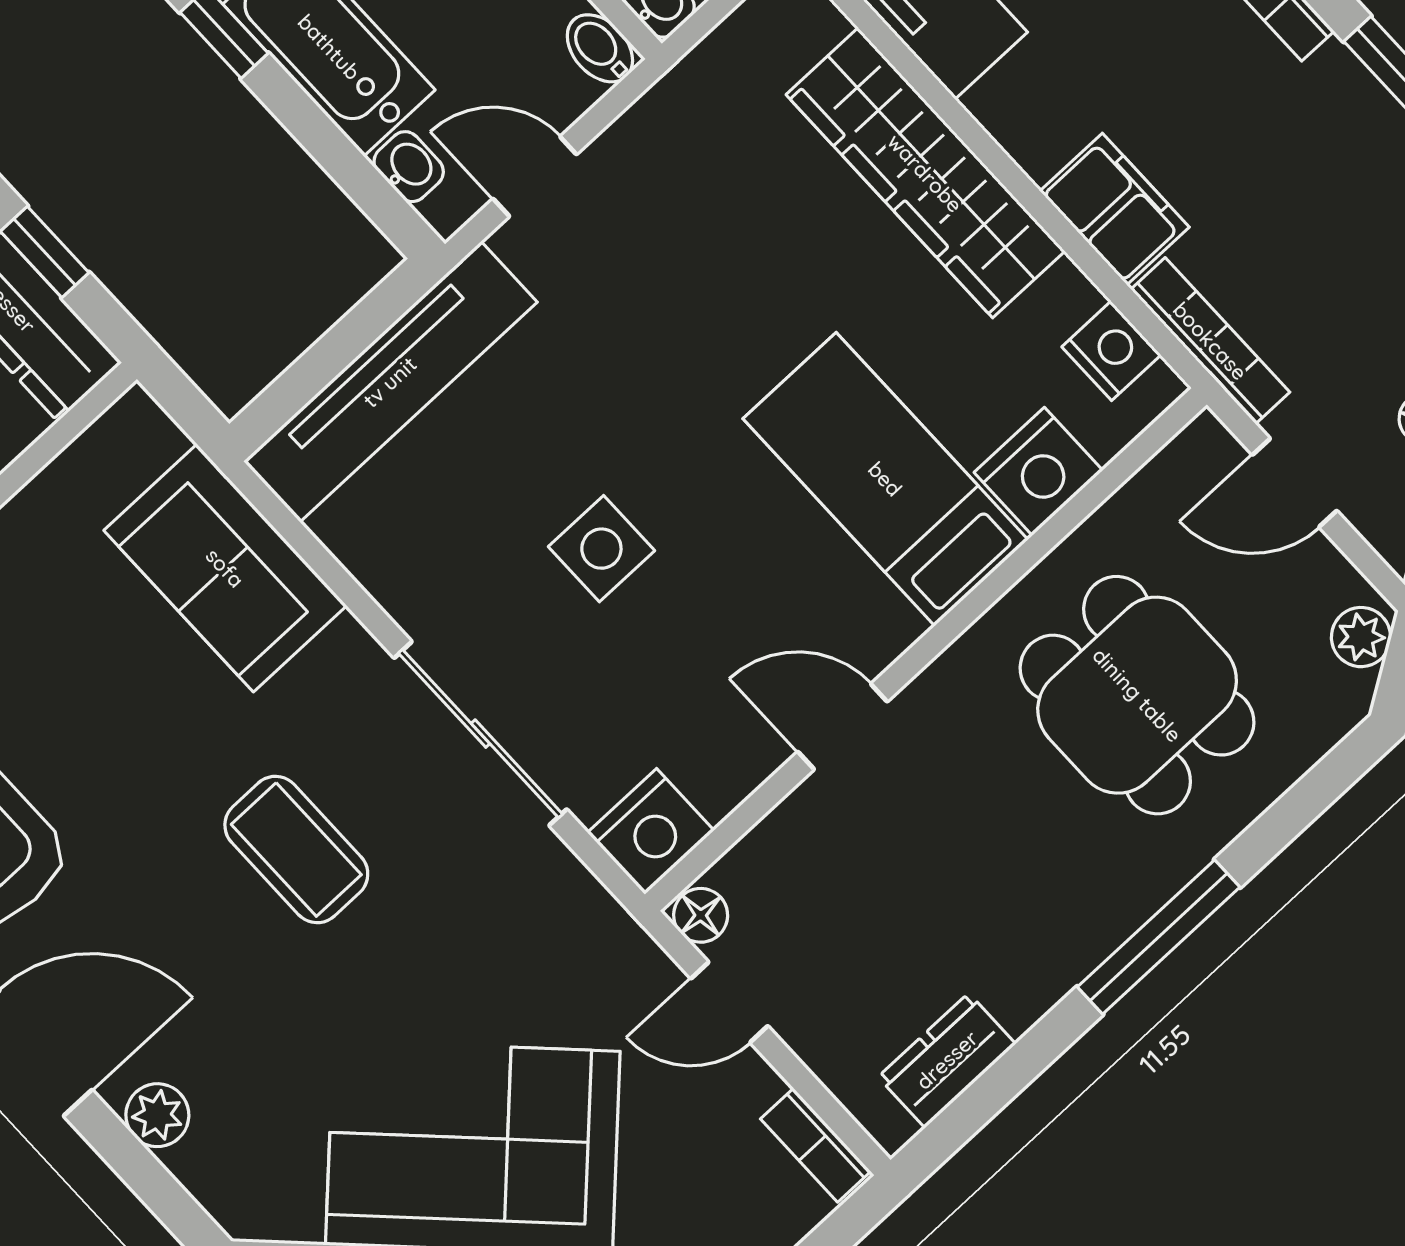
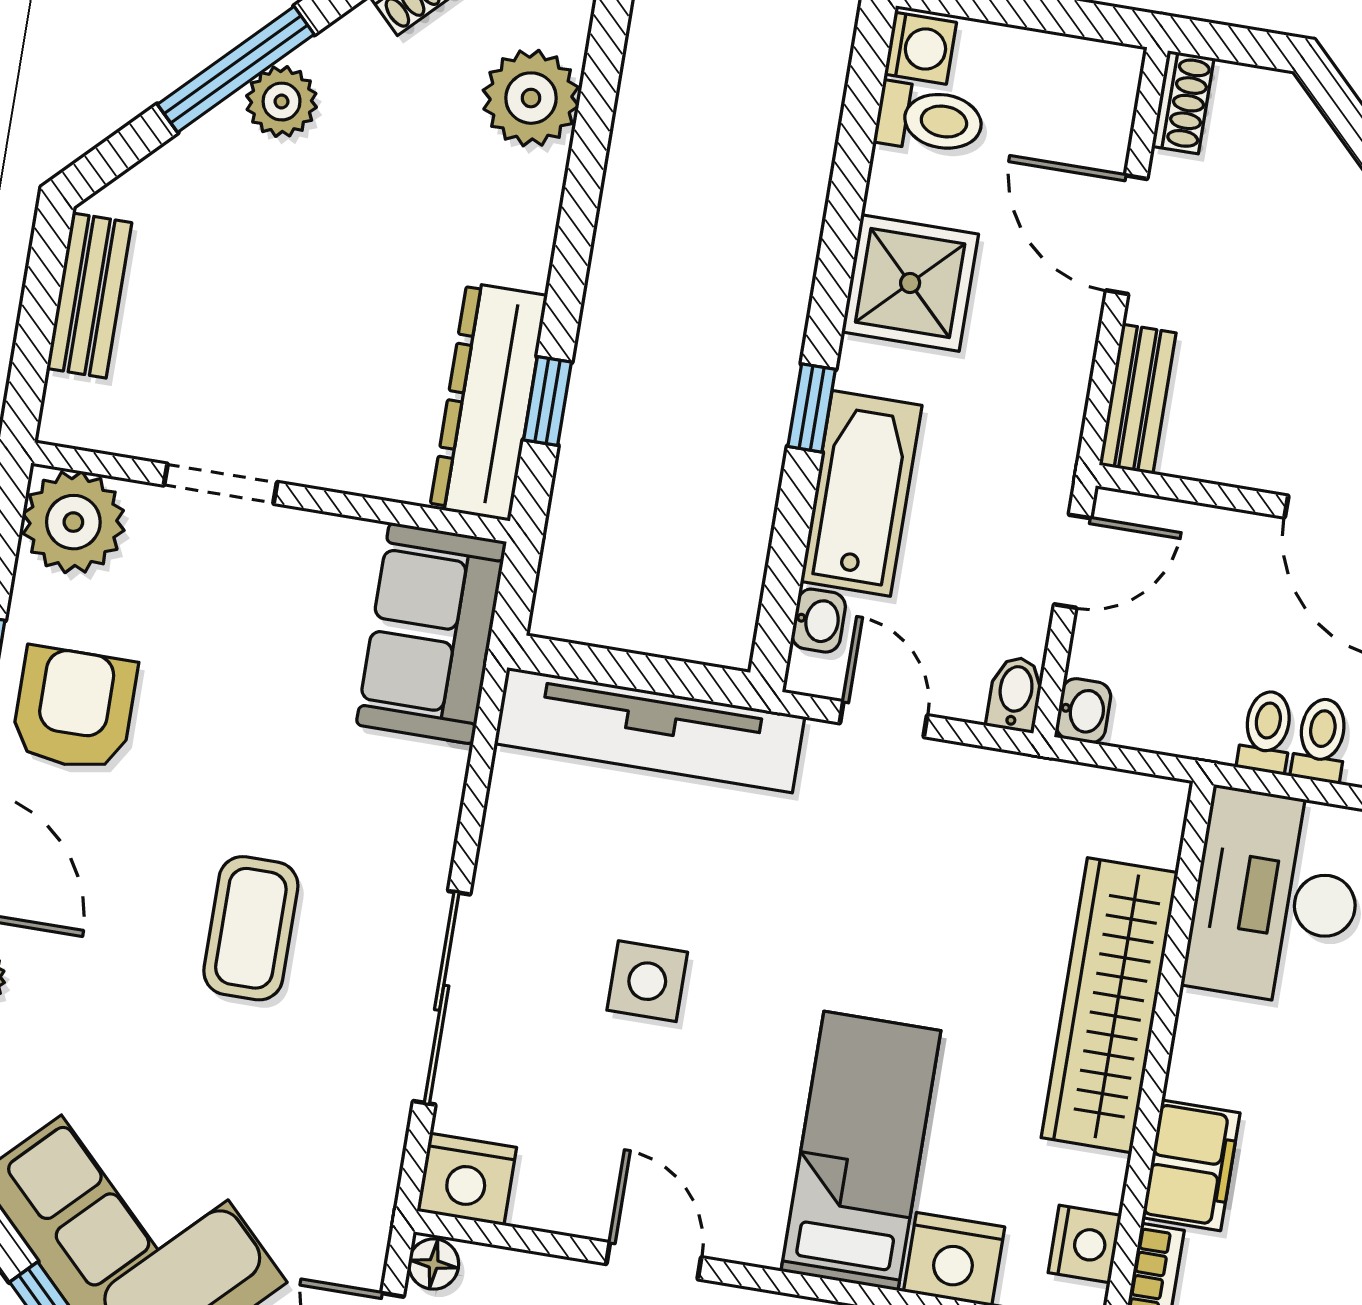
sofa: (225, 568) -> (431, 633), moved

